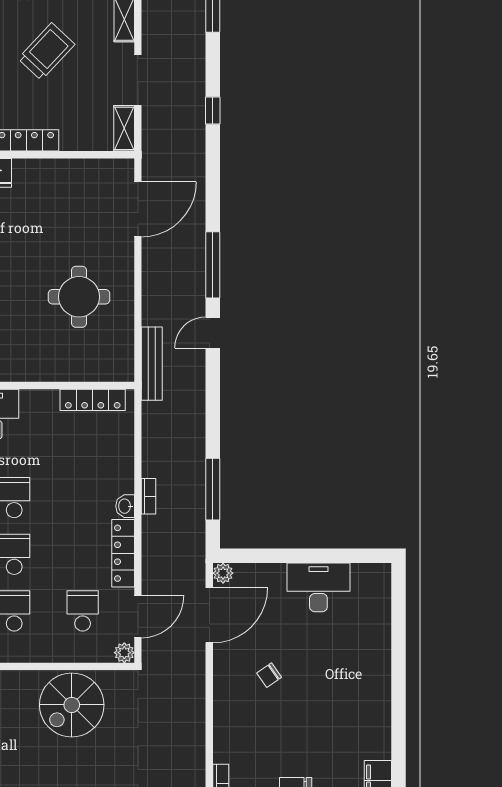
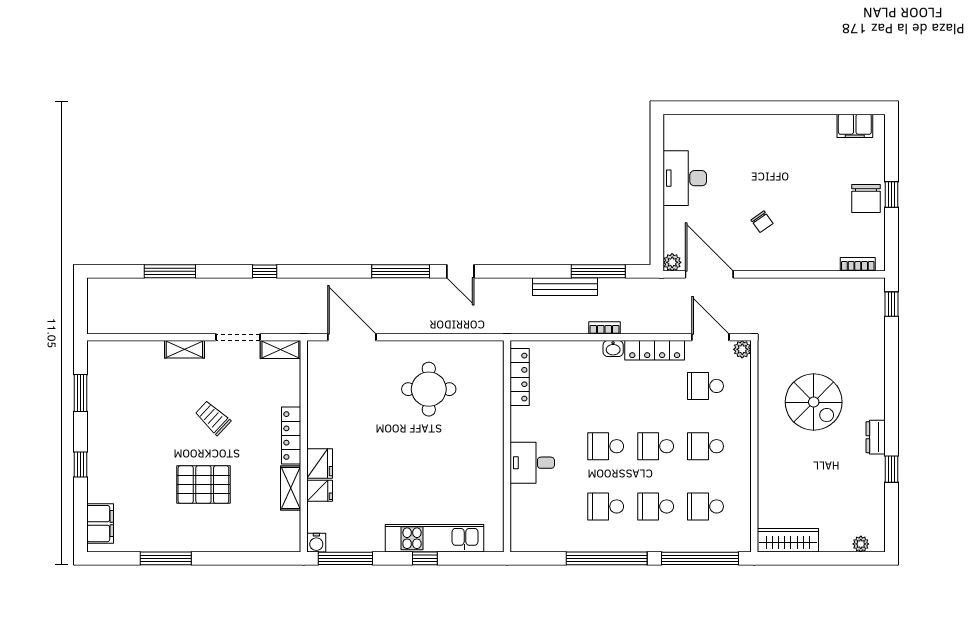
trolley: (46, 52) -> (213, 418), width x0.73, depth x0.72
bench: (152, 364) -> (565, 287), moved
spiral stairs: (72, 705) -> (814, 402), moved

